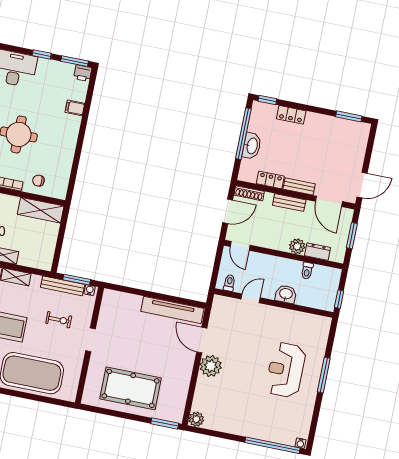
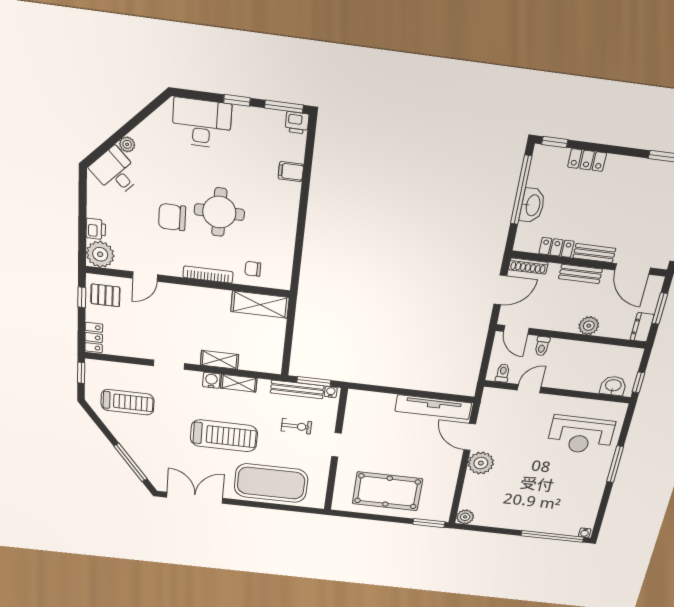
dresser: (317, 252) -> (642, 327), moved, turned -90
toilet: (307, 271) -> (542, 346), moved
washbasin: (286, 294) -> (613, 386), moved
reception desk: (286, 370) -> (581, 435), moved, turned -90

